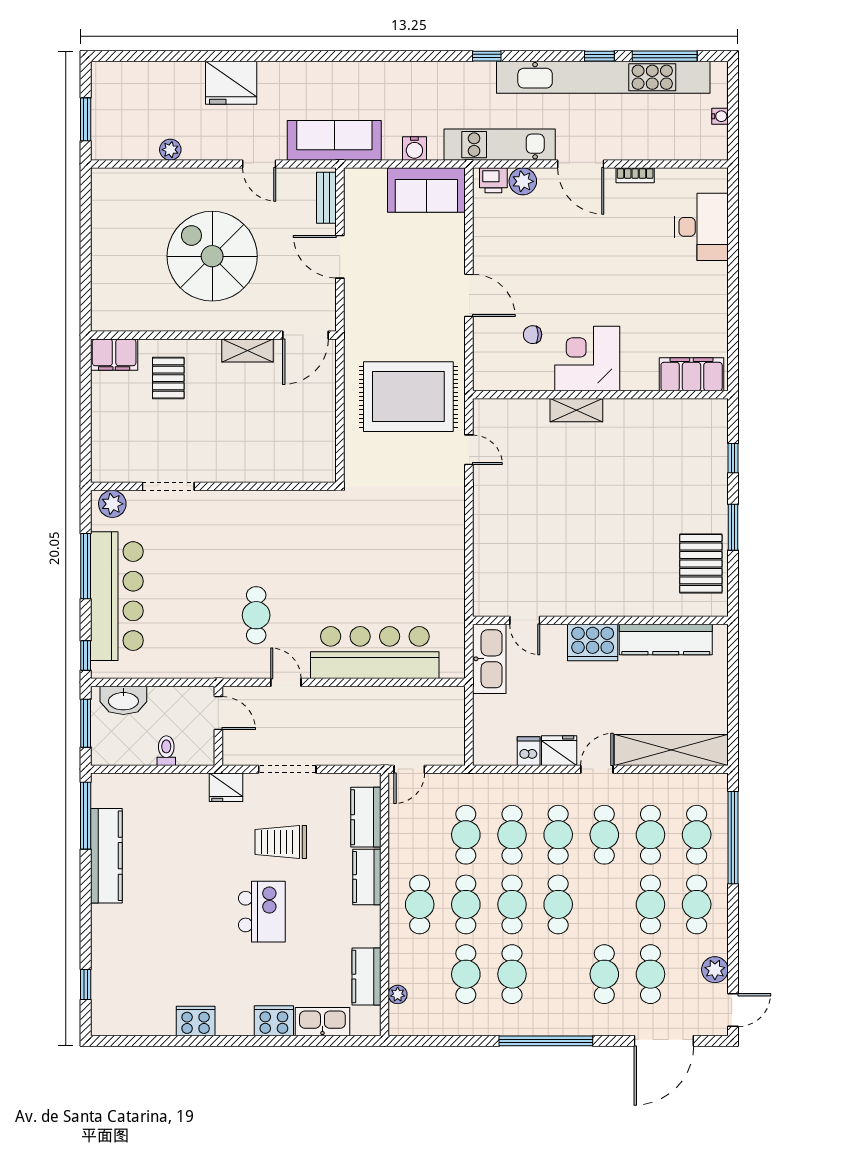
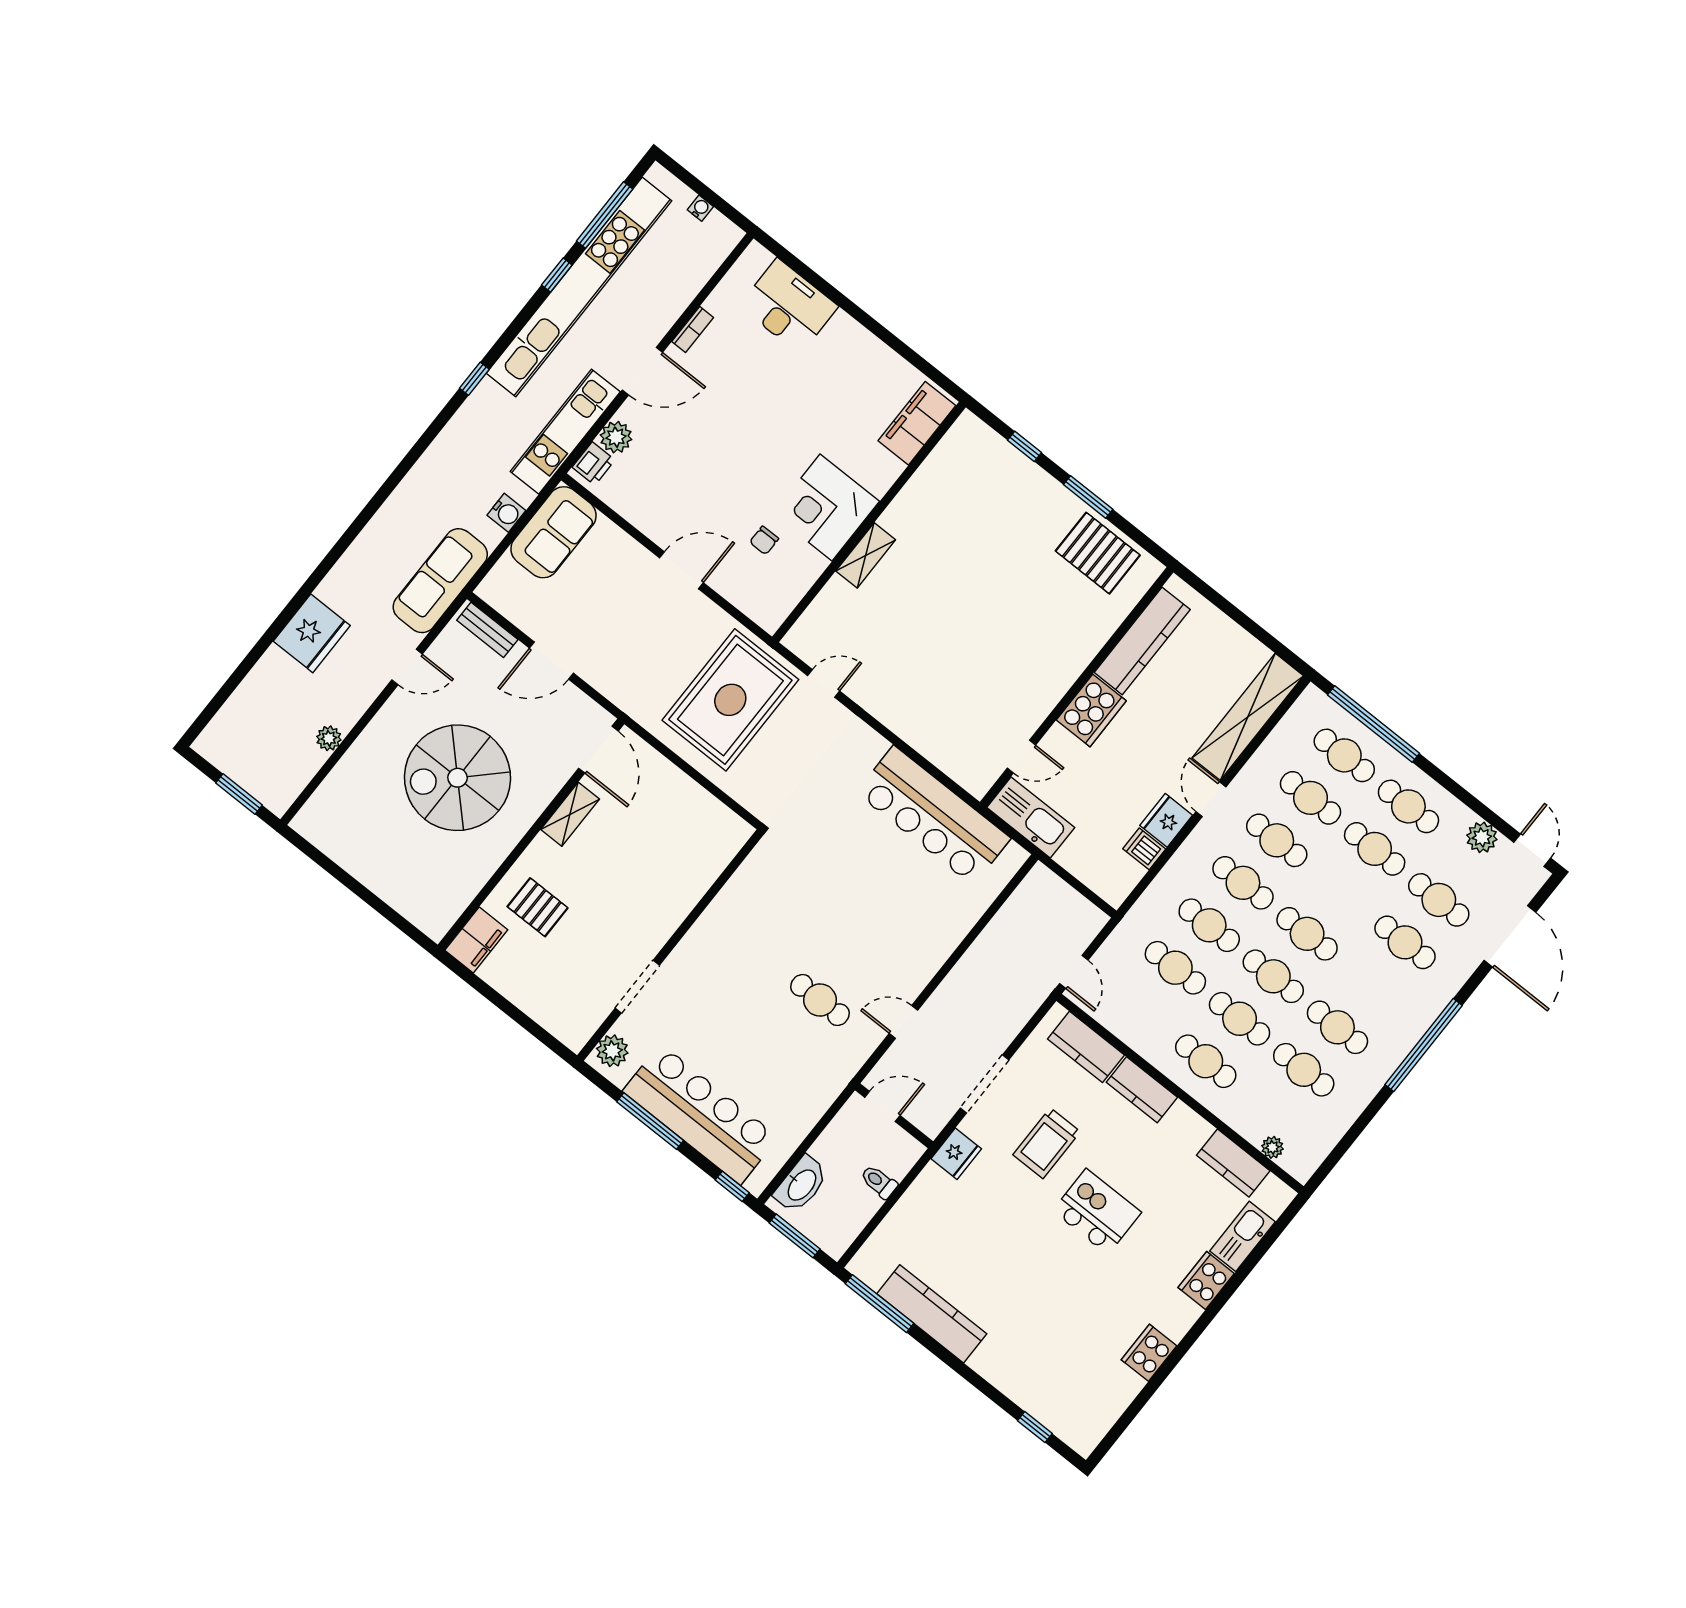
bar counter: (375, 653) -> (933, 815), moved, turned -90

